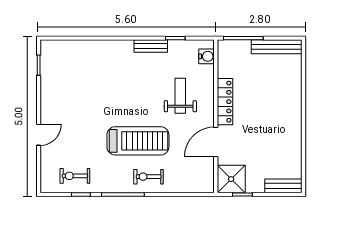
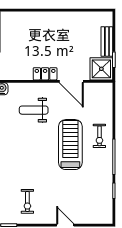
locker: (225, 102) -> (45, 74), width x0.66
exercise bike: (75, 176) -> (27, 201), moved
bench: (283, 186) -> (107, 42), moved

